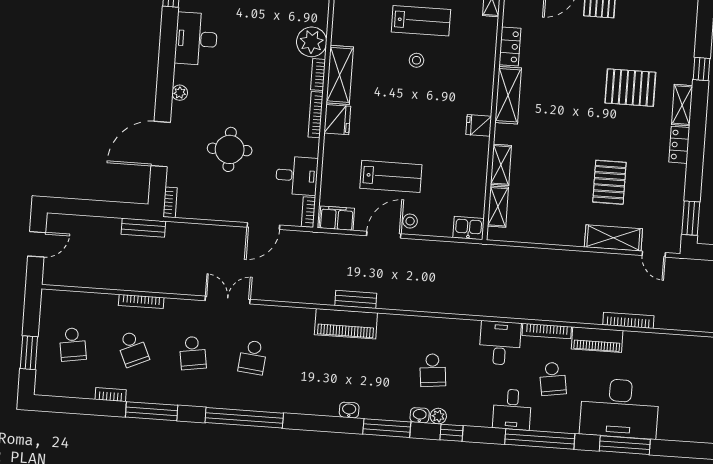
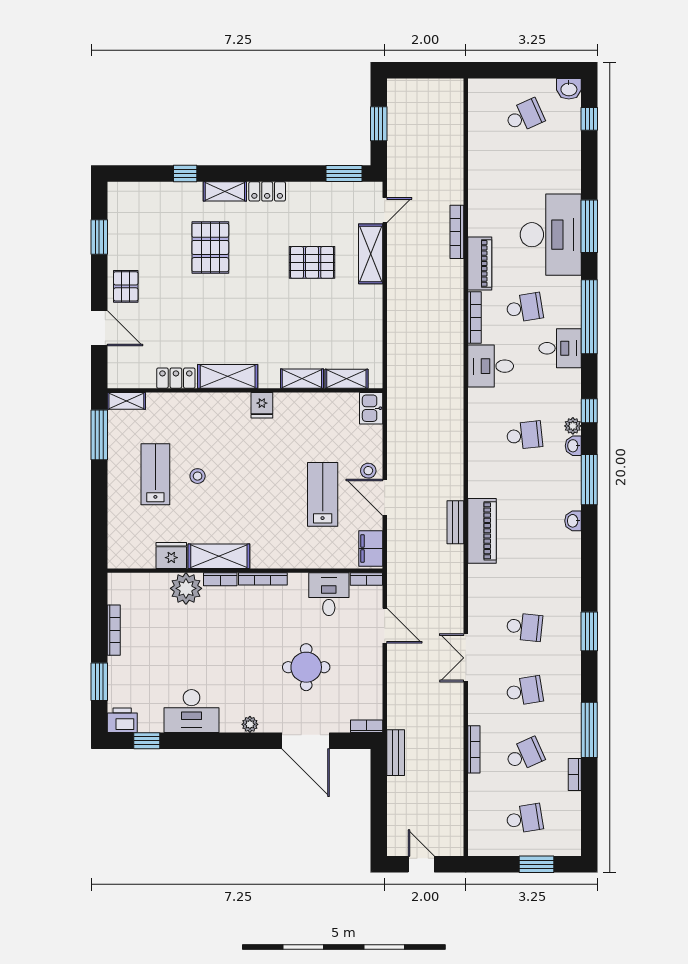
fridge: (337, 120) -> (171, 555), moved
window: (244, 418) -> (589, 631), width x0.47

